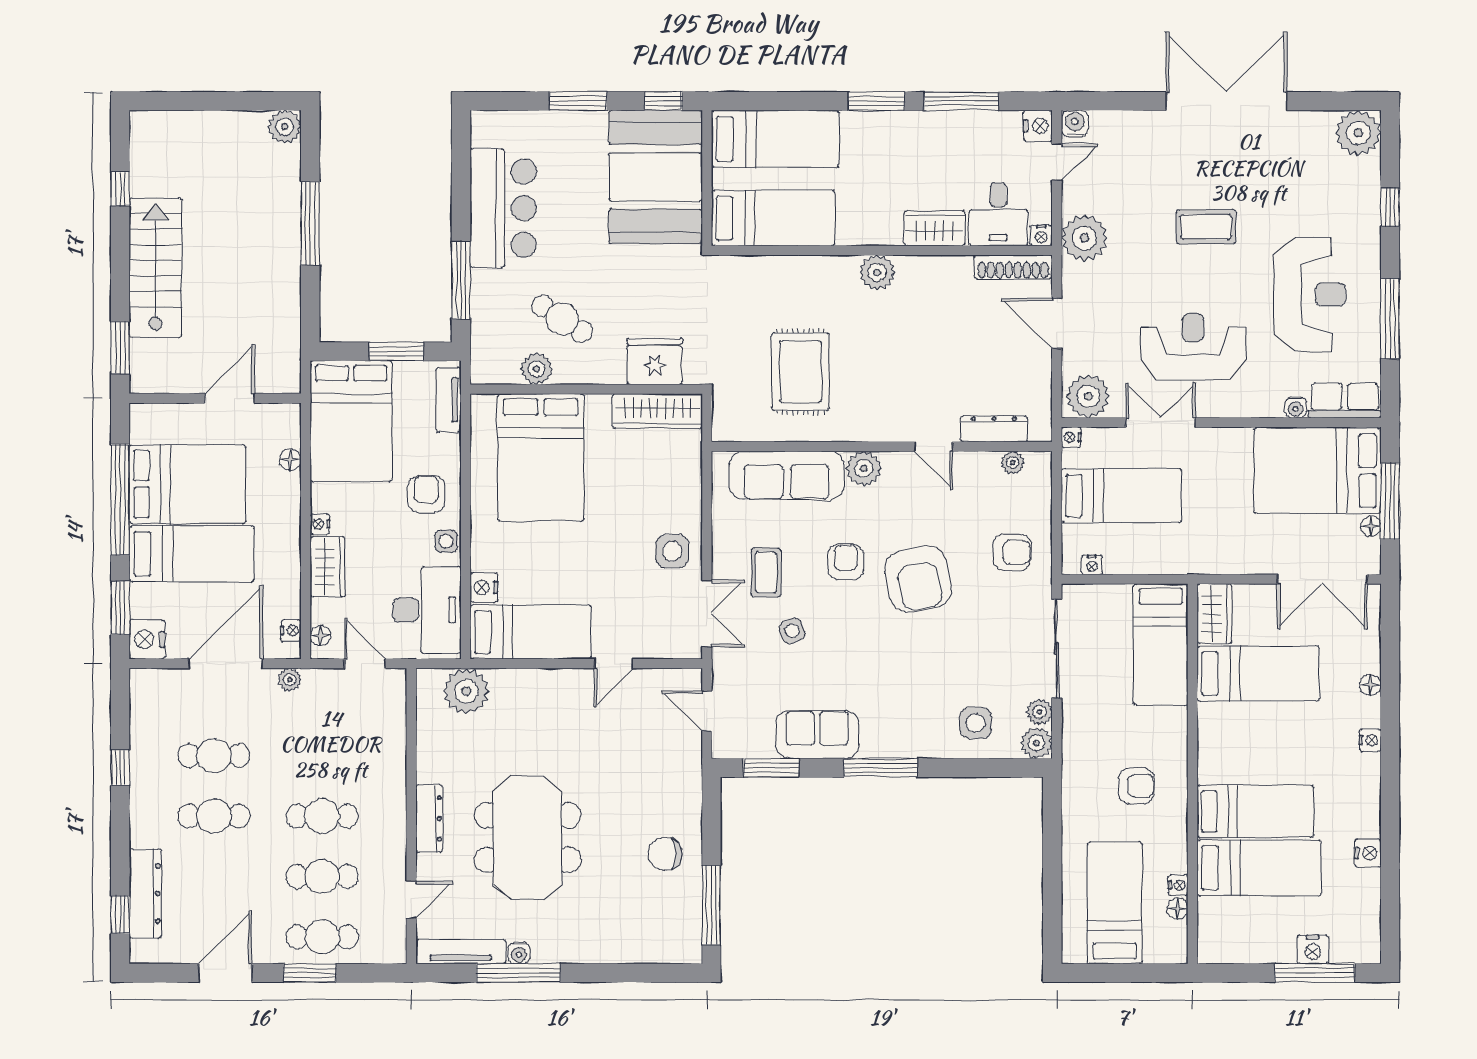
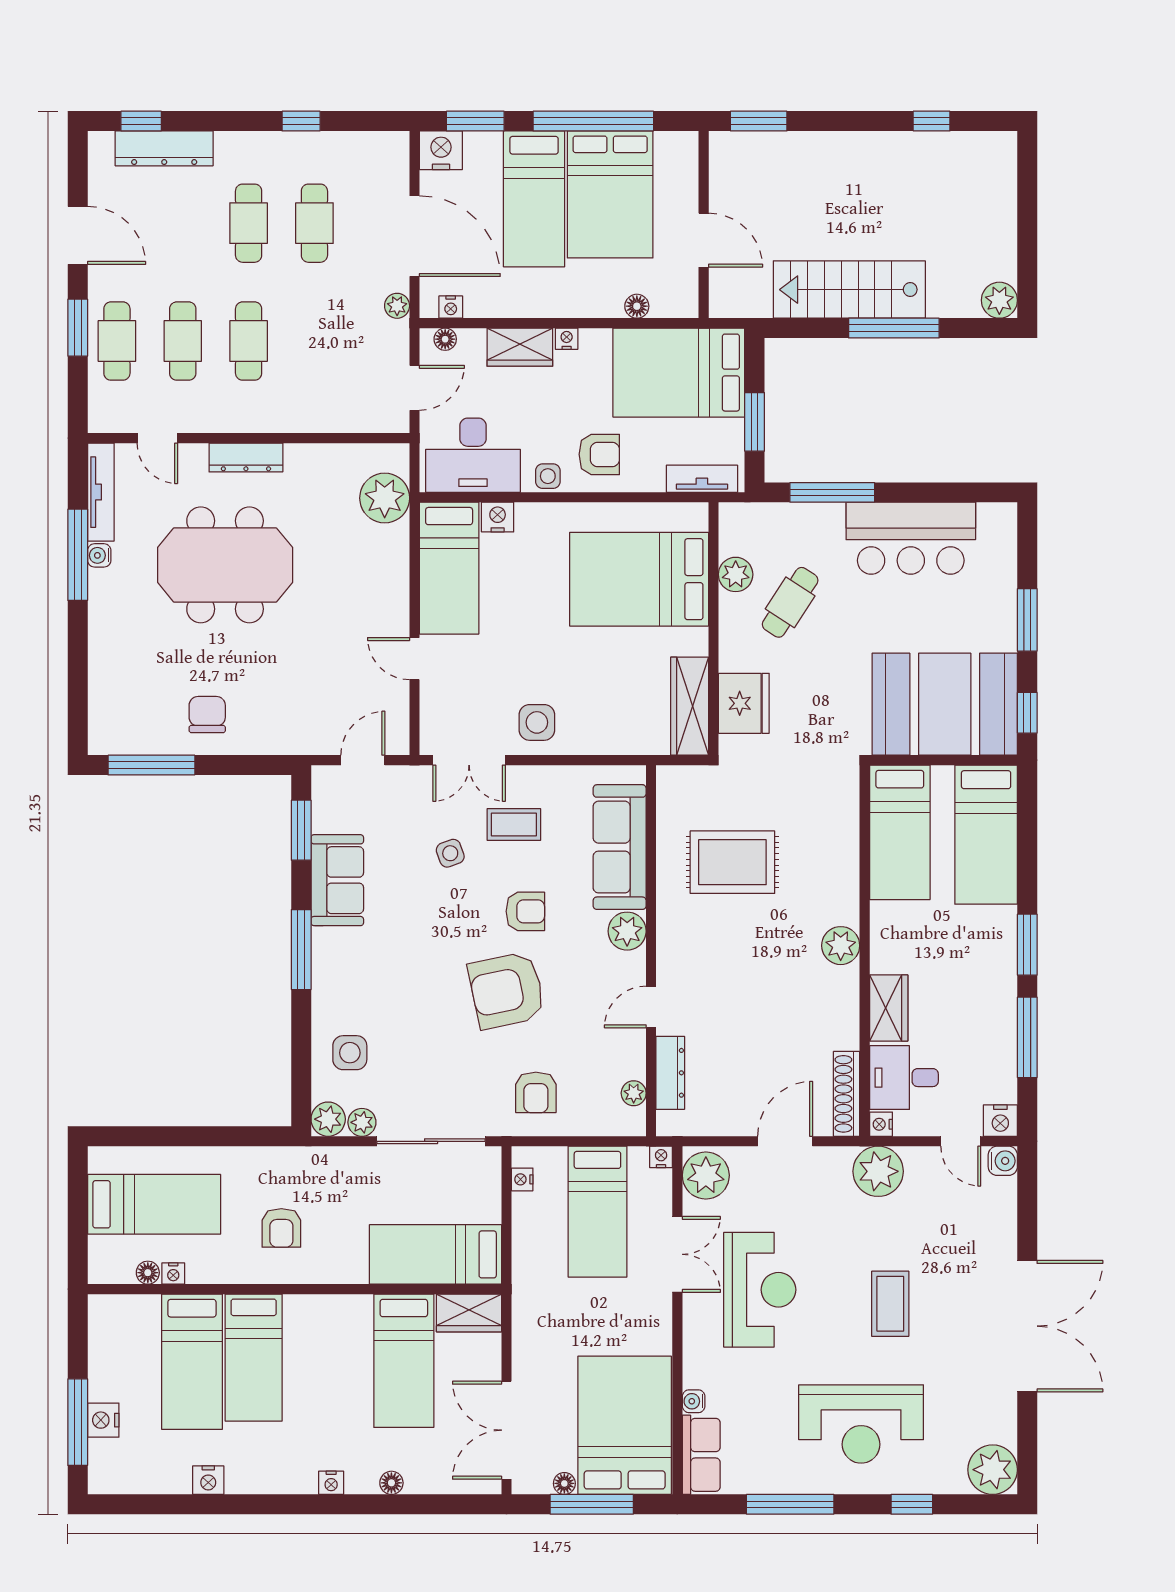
stairs: (156, 268) -> (849, 290), moved, turned 180
reception desk: (1310, 294) -> (861, 1424), moved

